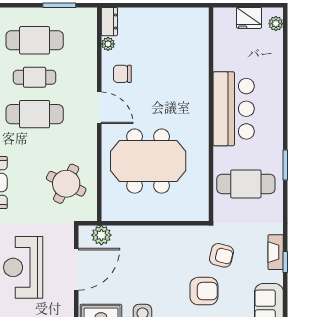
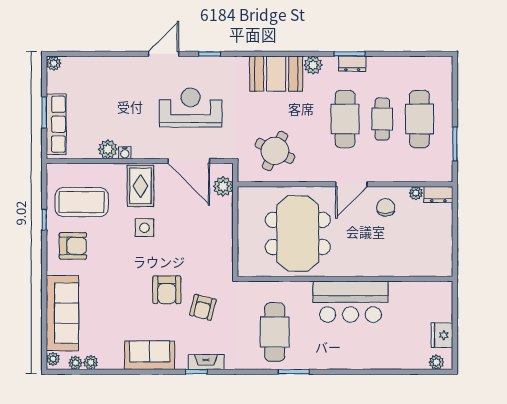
bar counter: (234, 109) -> (350, 302), moved
wall: (211, 114) -> (345, 279), moved

